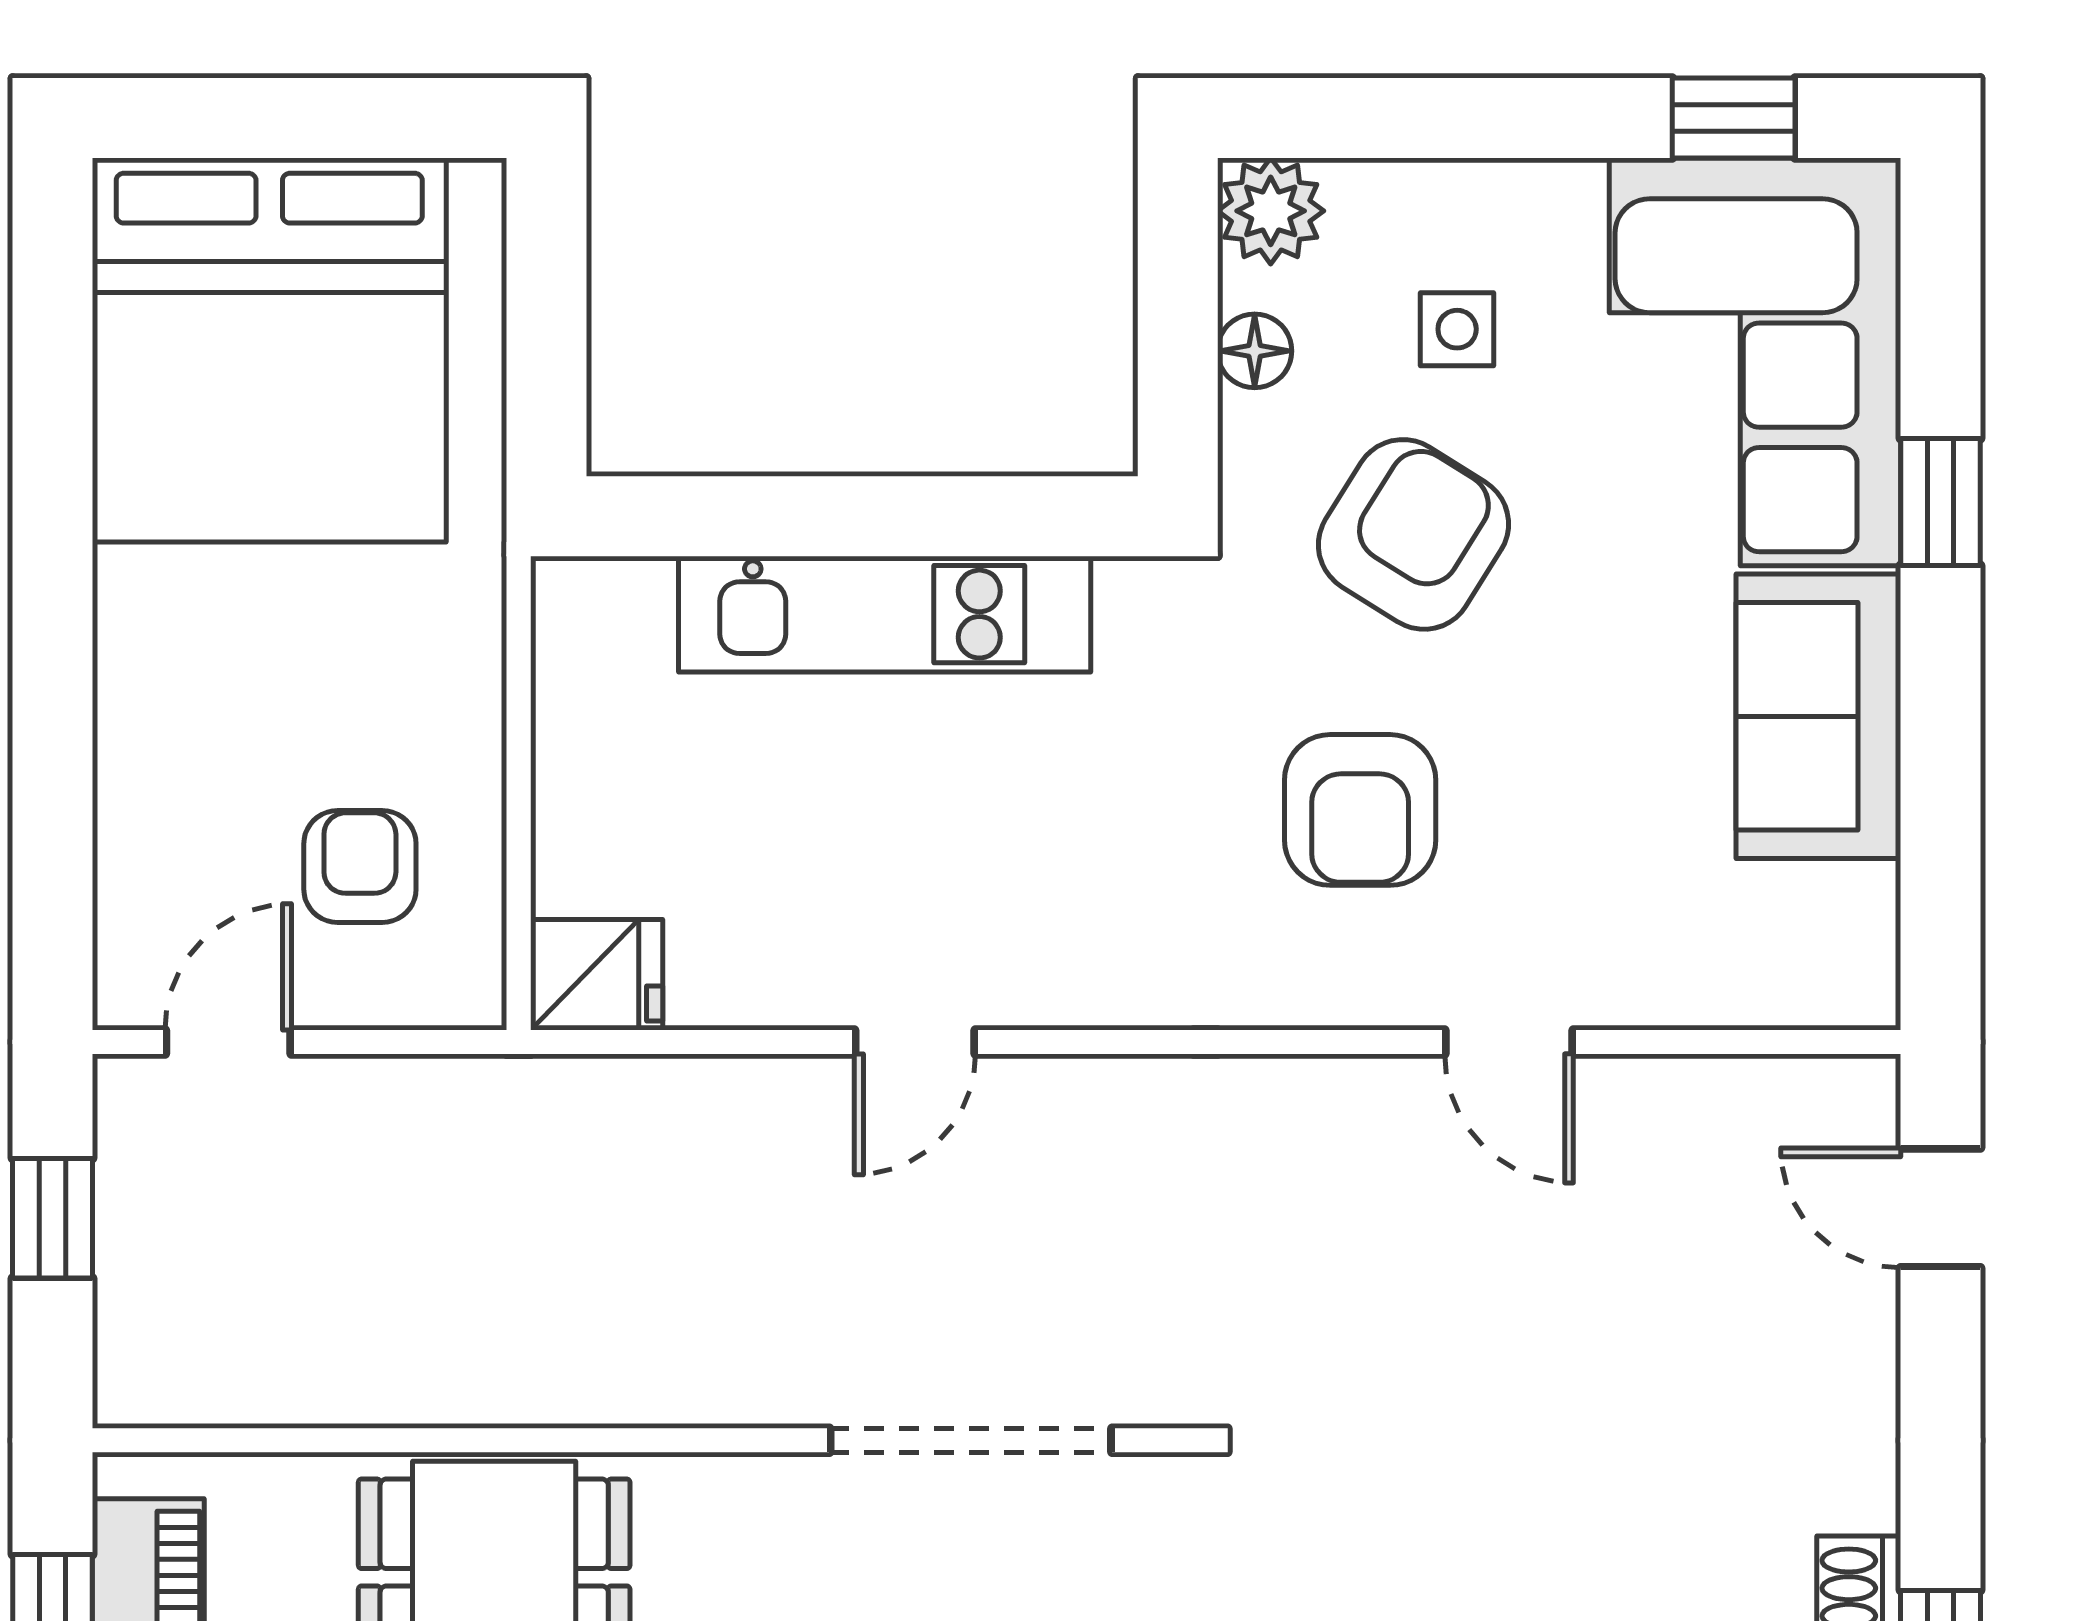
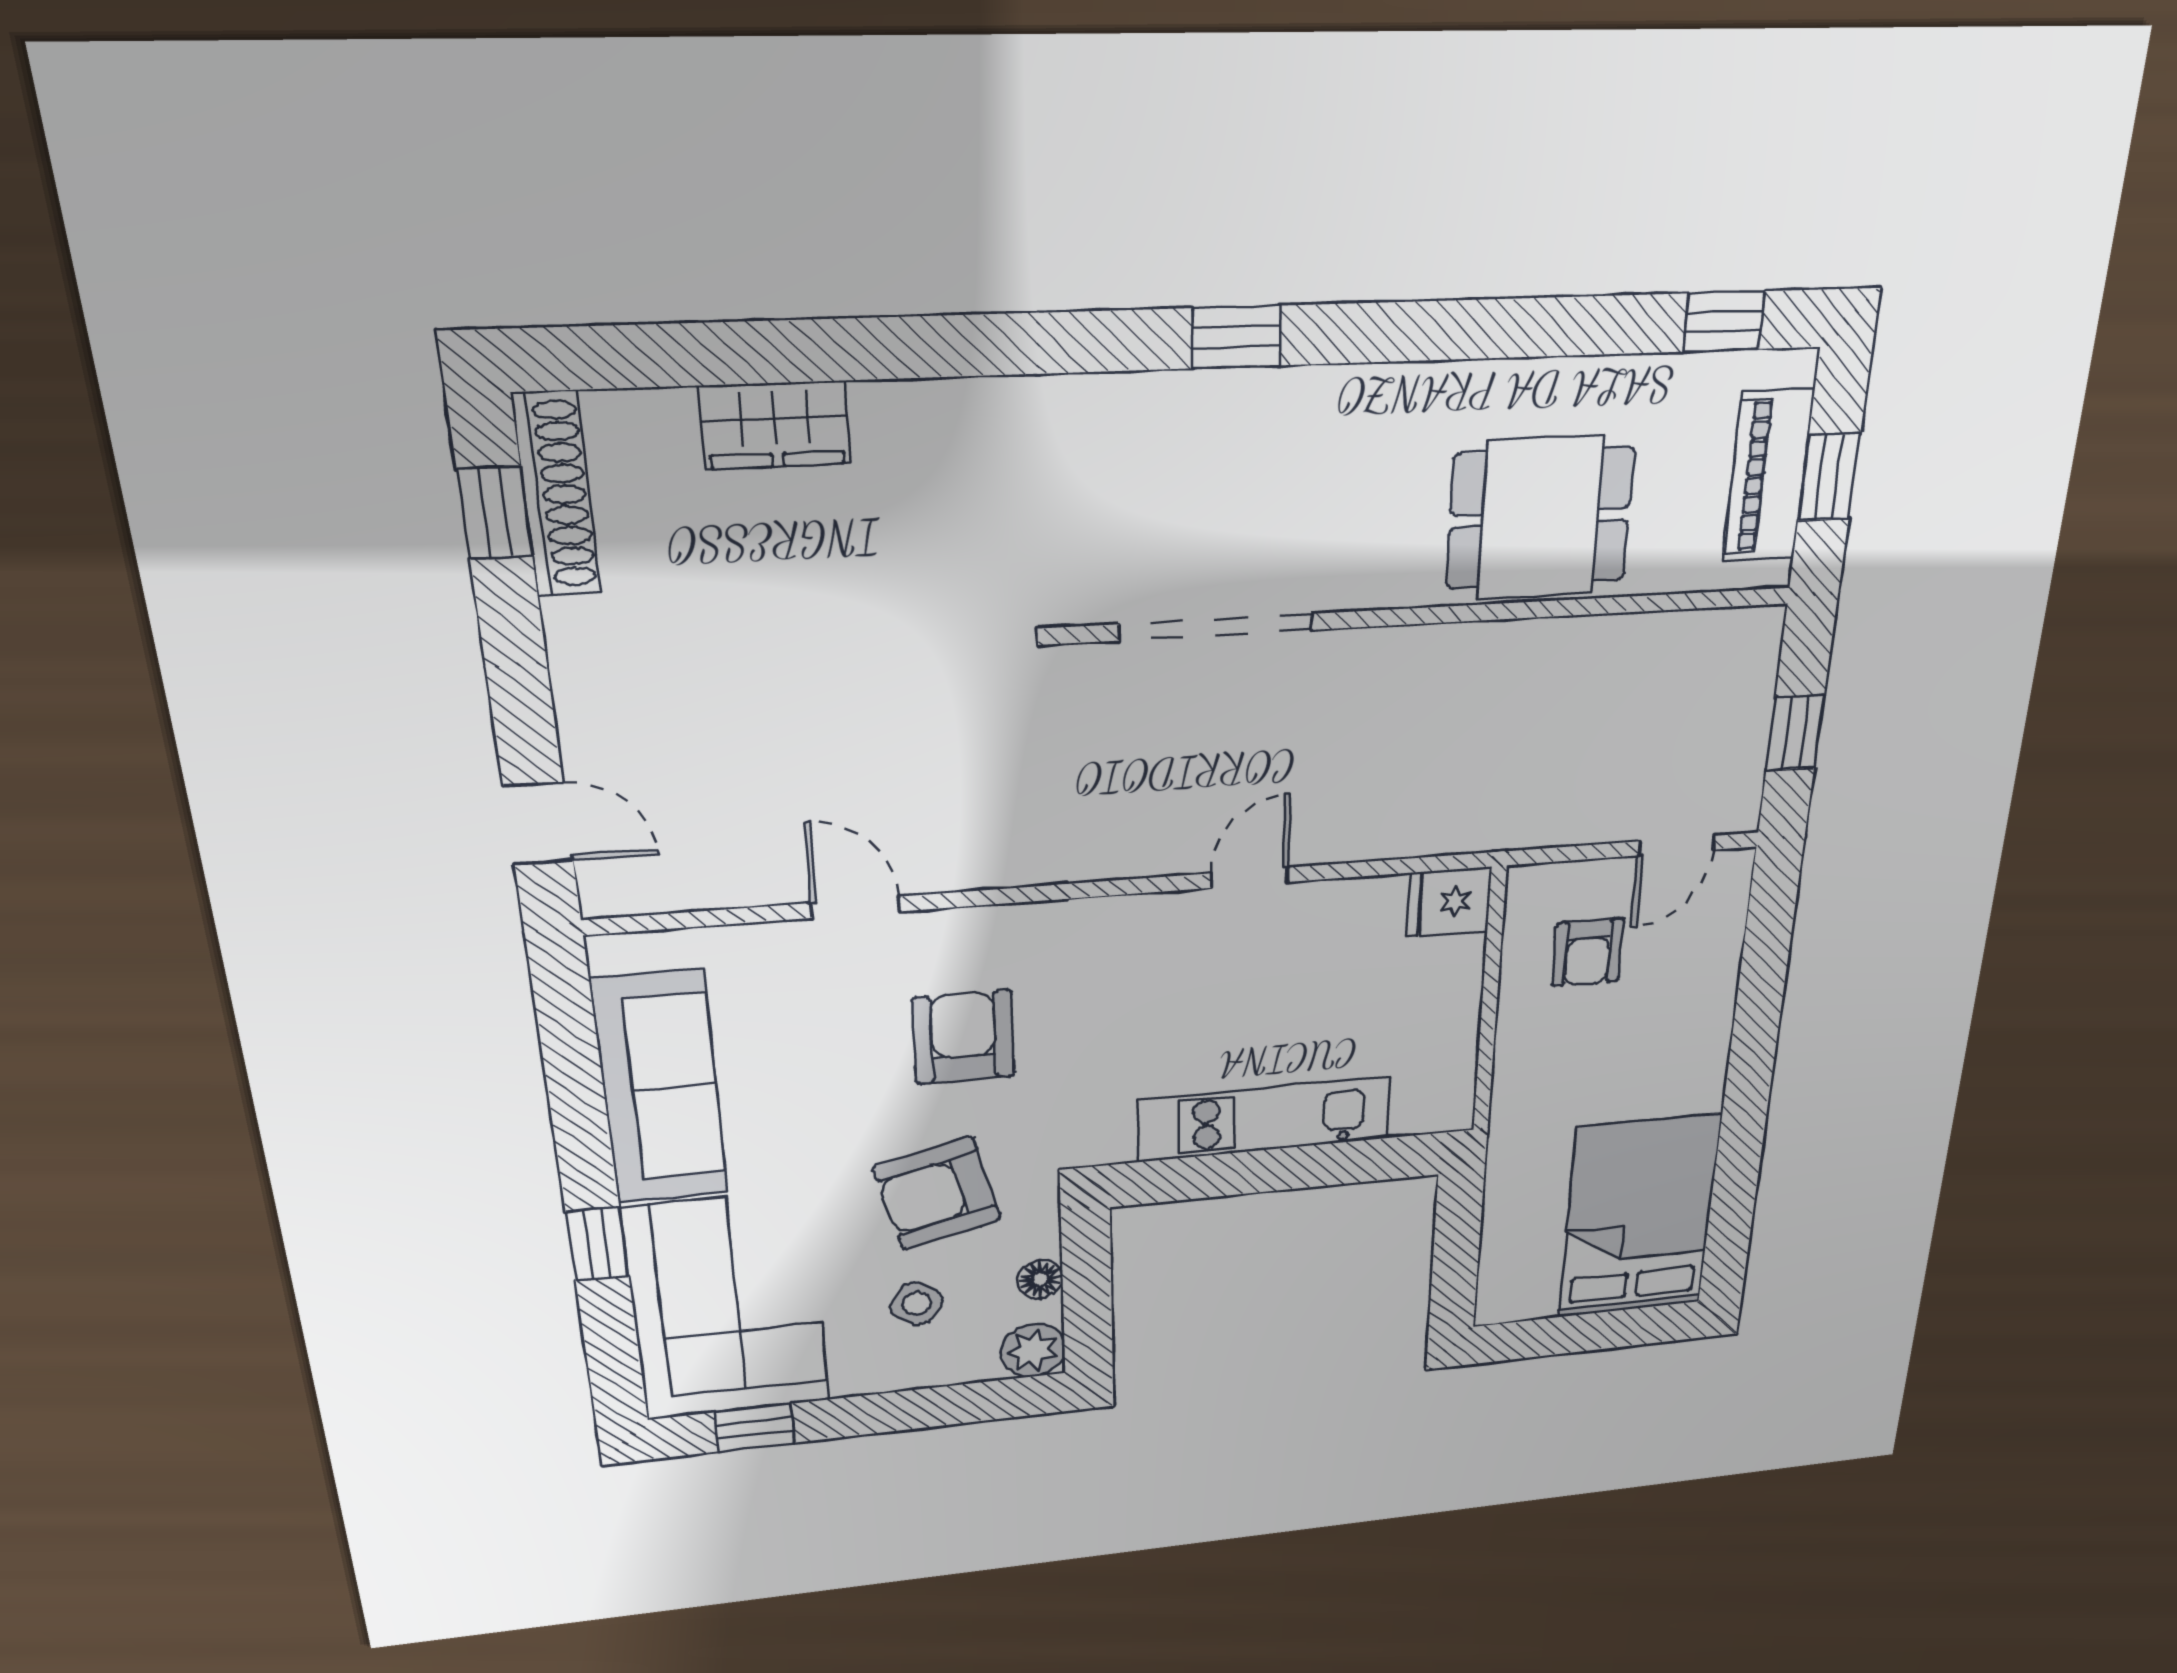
side table: (1457, 329) -> (916, 1303), turned 34
bed: (269, 350) -> (1639, 1217), width x0.73
armchair: (1413, 534) -> (937, 1193), turned 44
sofa: (1818, 716) -> (660, 1088), width x1.36

